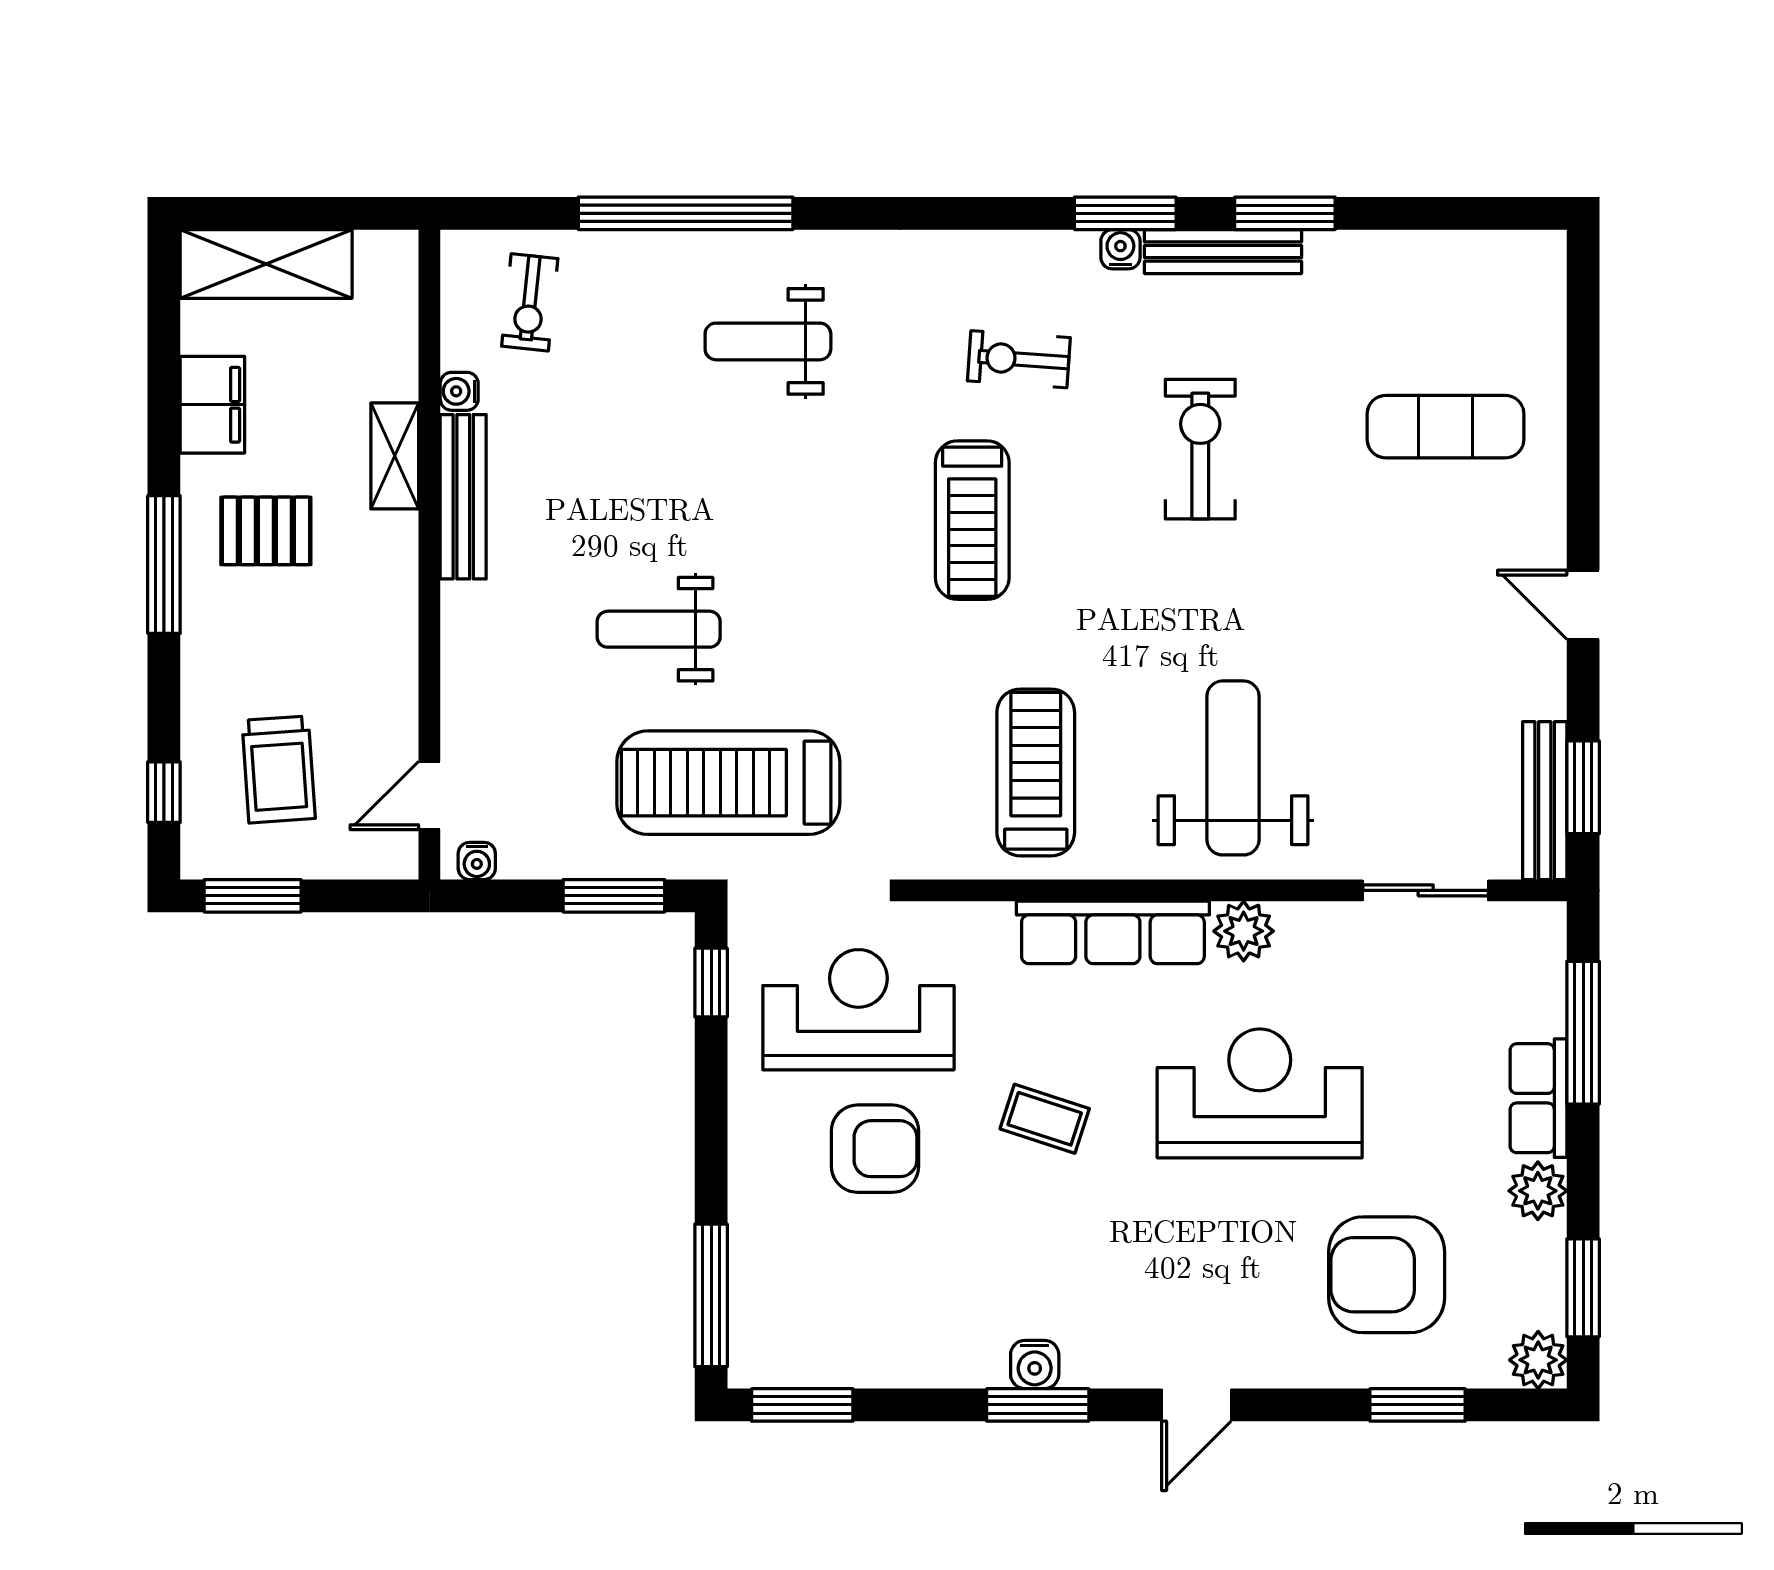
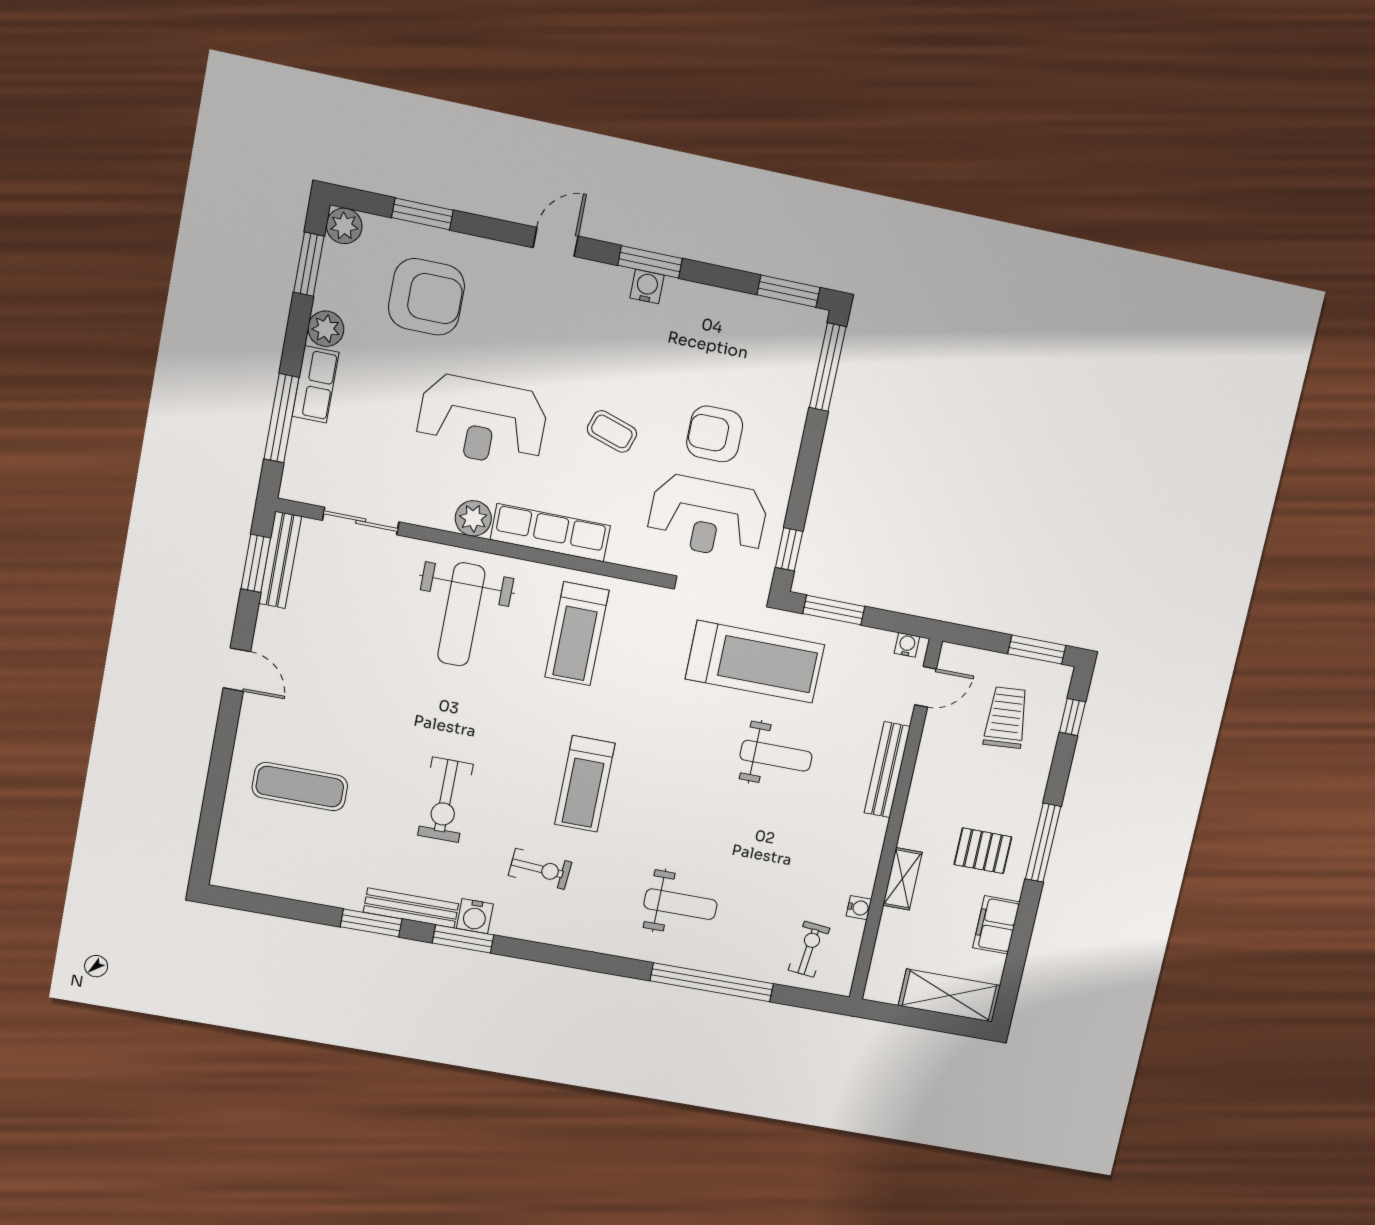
water cooler: (1120, 249) -> (475, 916), width x1.38, depth x1.38
bench: (463, 497) -> (887, 770), moved
treadmill: (972, 520) -> (585, 784), turned 180

